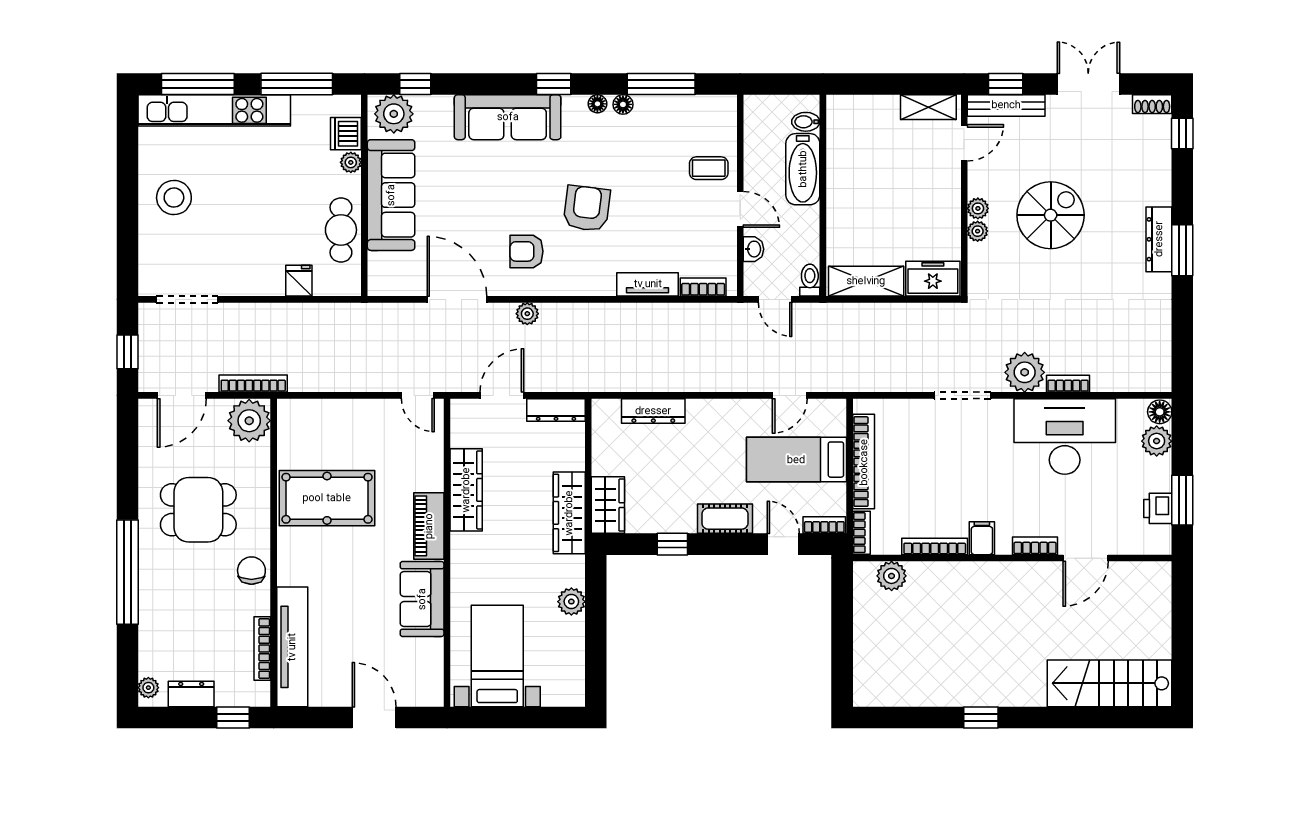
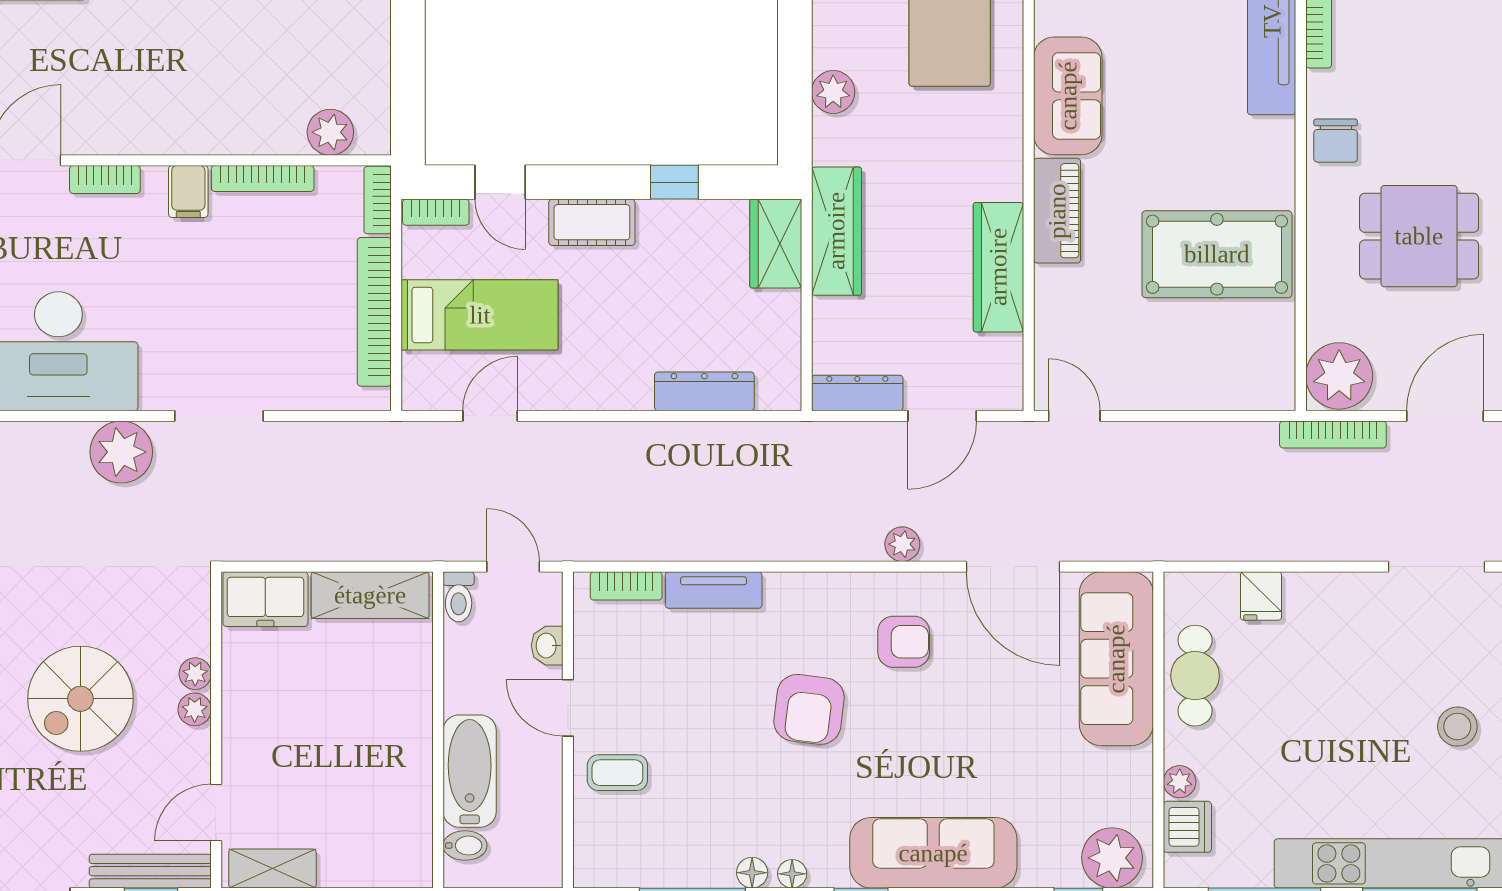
sofa: (391, 195) -> (1116, 659), moved
stool: (174, 198) -> (1457, 727), width x0.73, depth x0.73
bookcase: (1068, 384) -> (53, 434), removed

